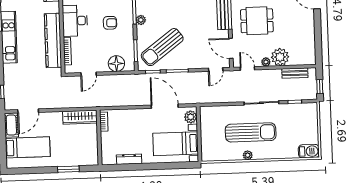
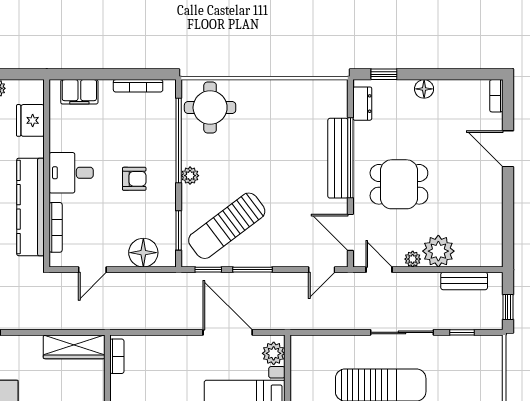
desk: (75, 21) -> (71, 173), width x0.73

